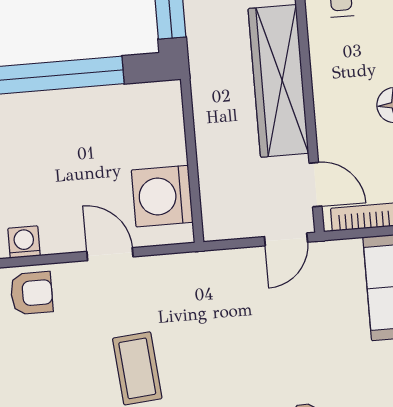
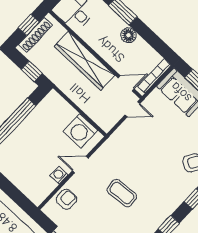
door: (286, 239) -> (132, 109), hinge flipped
washing machine: (24, 242) -> (59, 175), moved

